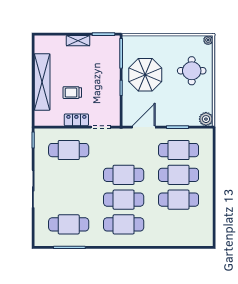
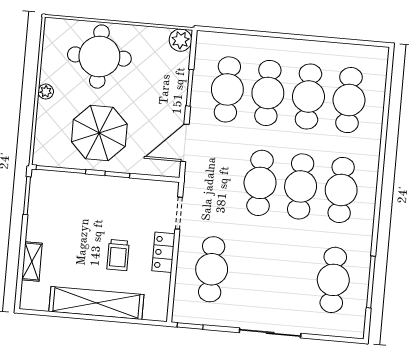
plant: (208, 40) -> (46, 92), moved
shelving: (78, 41) -> (32, 262), moved
round table: (192, 71) -> (99, 57), width x1.36, depth x1.36
door: (144, 127) -> (185, 143), hinge flipped
cafe table: (179, 224) -> (349, 100), added

